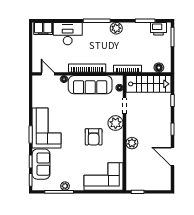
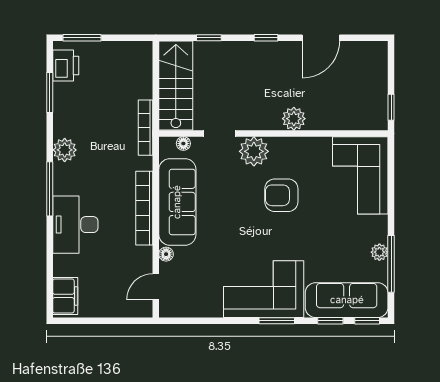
desk: (68, 34) -> (75, 225), moved
floor lamp: (159, 68) -> (143, 65), removed
armchair: (94, 137) -> (281, 195), turned 180
sofa: (41, 164) -> (347, 300), width x1.36

